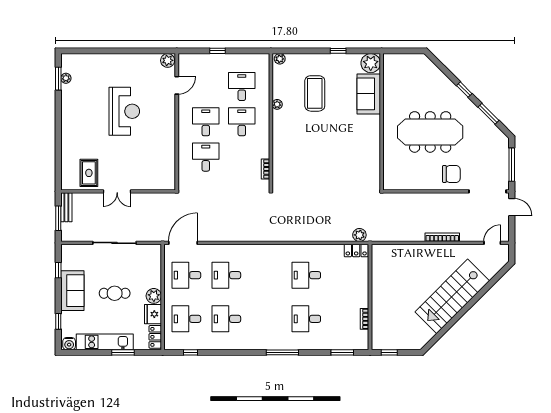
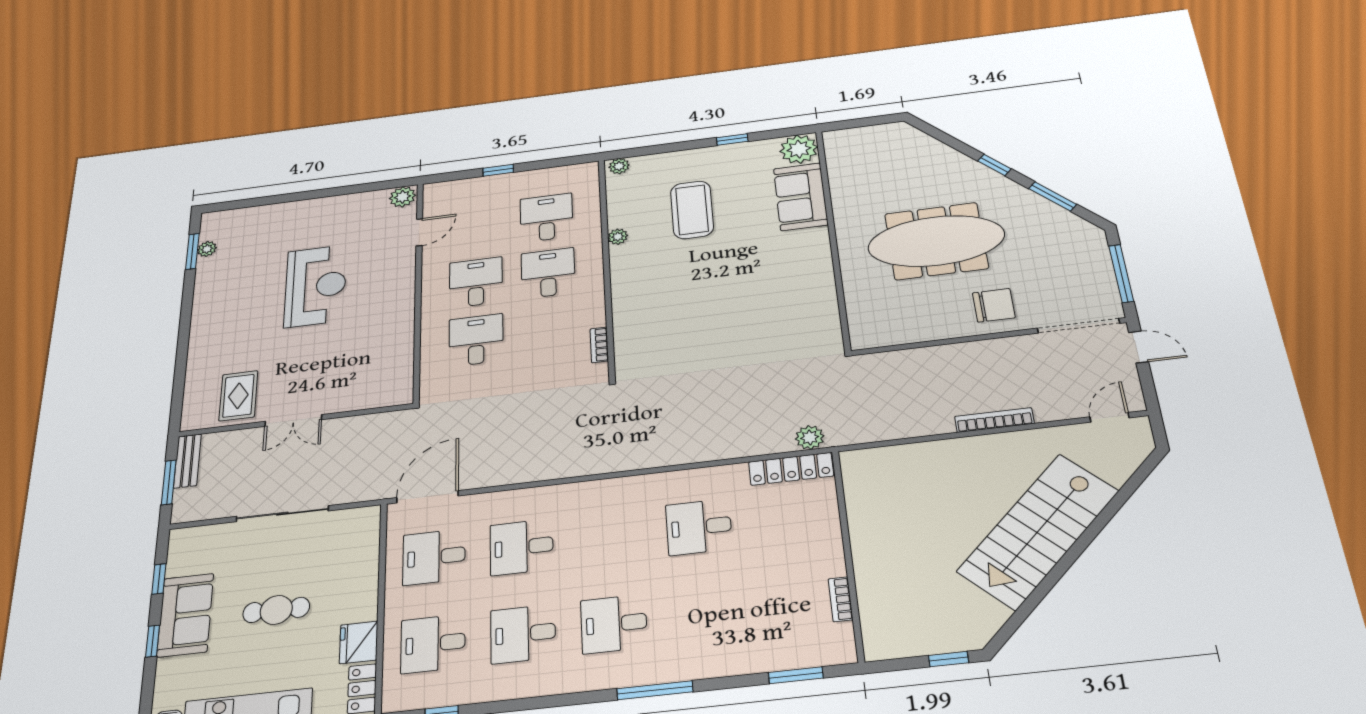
locker: (356, 251) -> (791, 469), width x1.53
plant: (154, 296) -> (362, 606), removed
desk: (306, 319) -> (614, 624), moved
window: (58, 321) -> (153, 641), moved
window: (389, 352) -> (948, 659), moved

